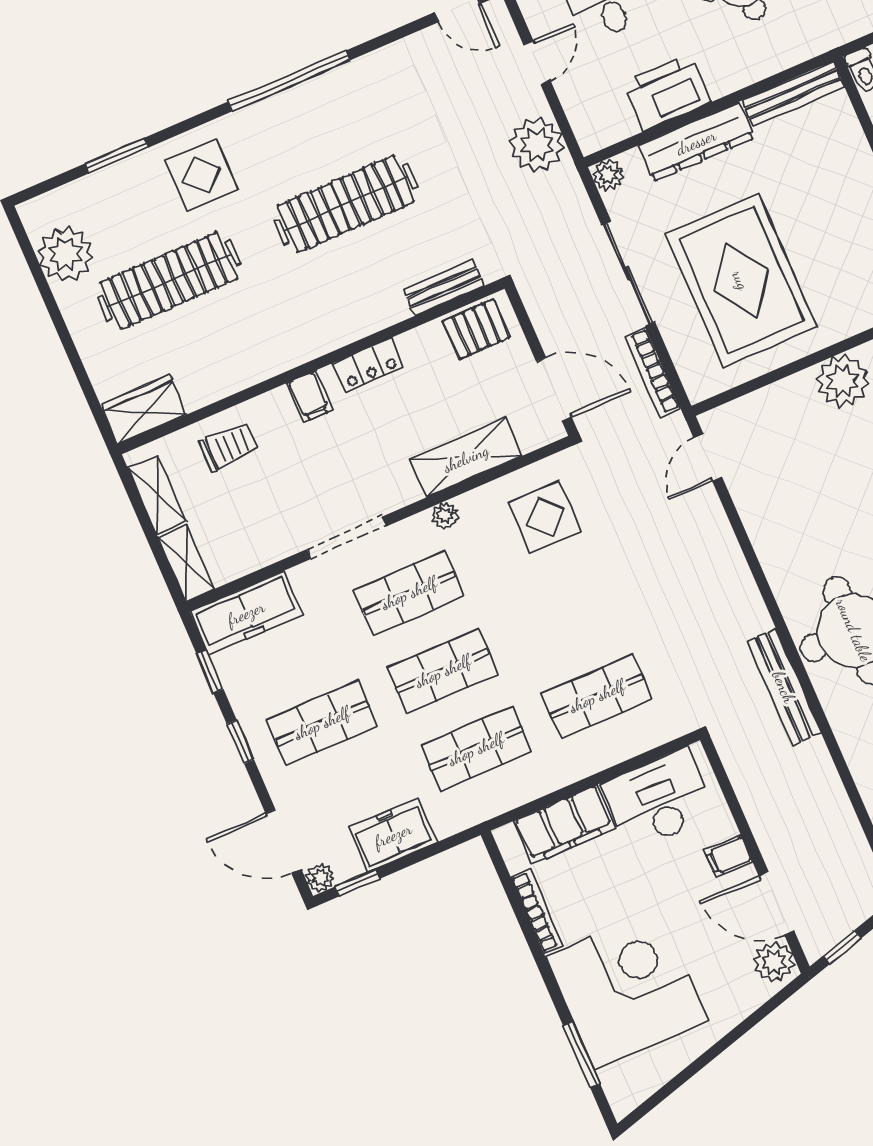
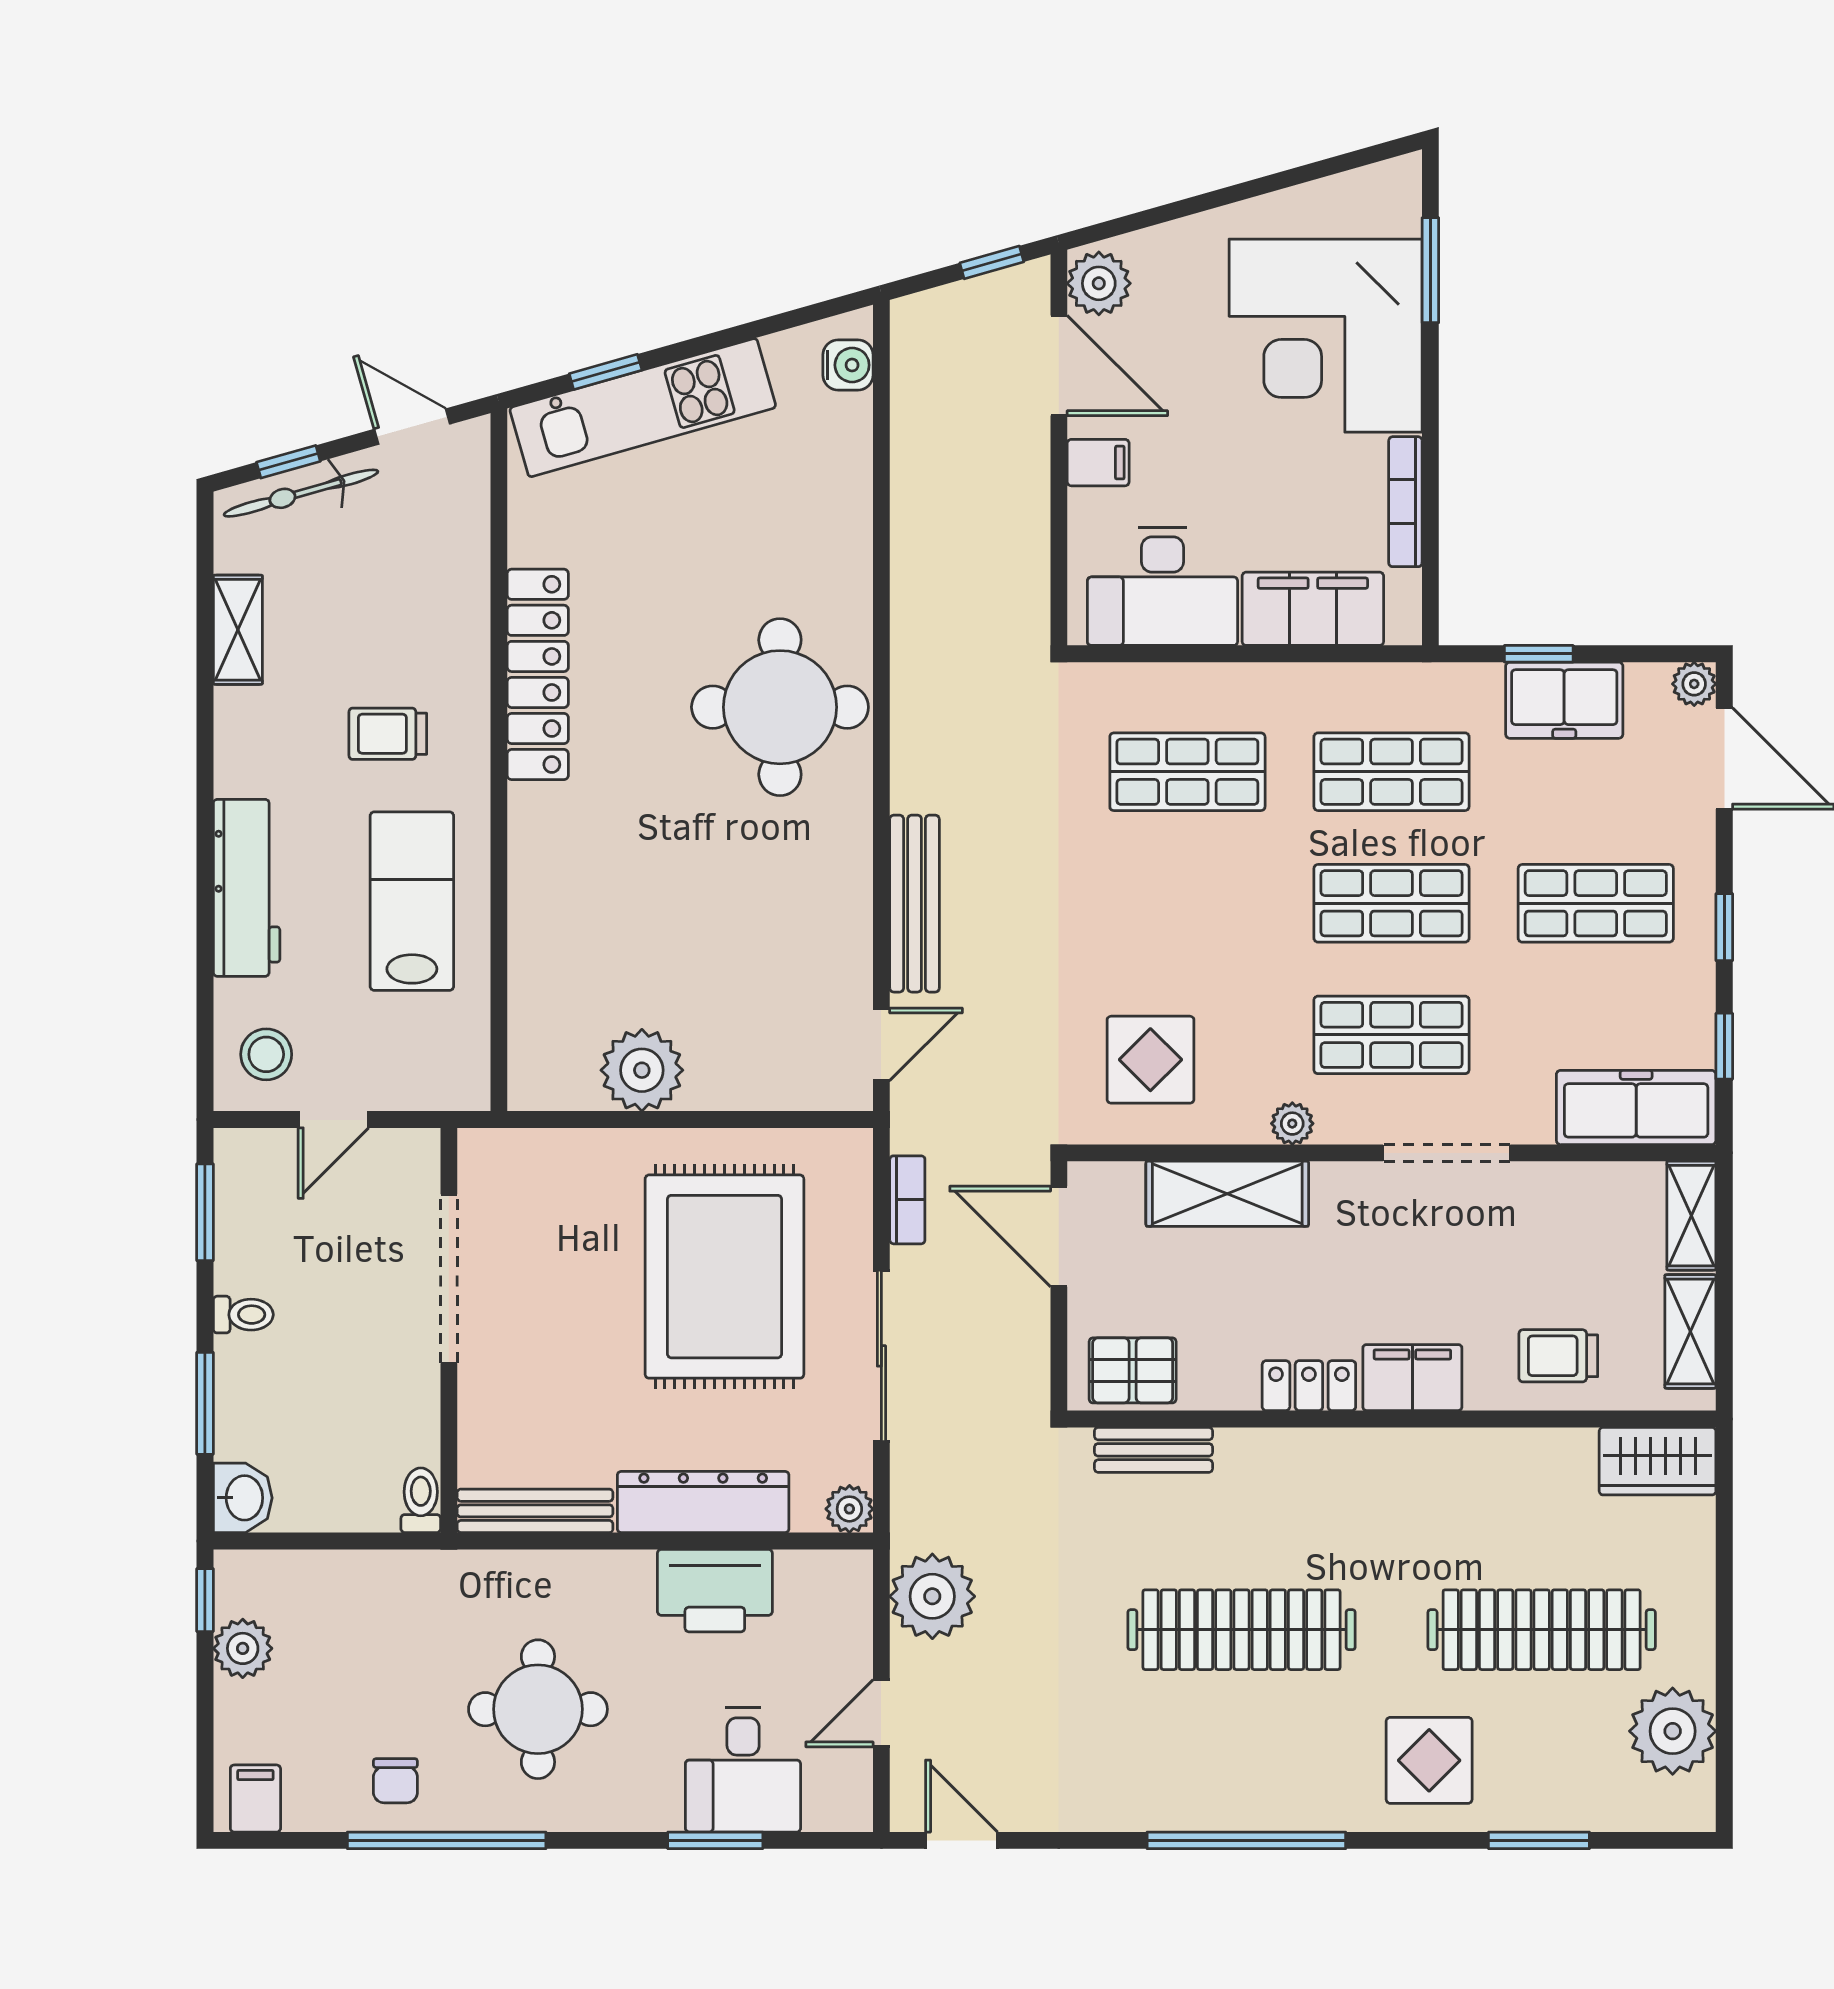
bookcase: (653, 372) -> (907, 1200), width x0.64
filing cabinet: (309, 396) -> (1412, 1378), width x2.00
bench: (784, 687) -> (915, 904), moved
window: (357, 883) -> (1539, 654), moved

